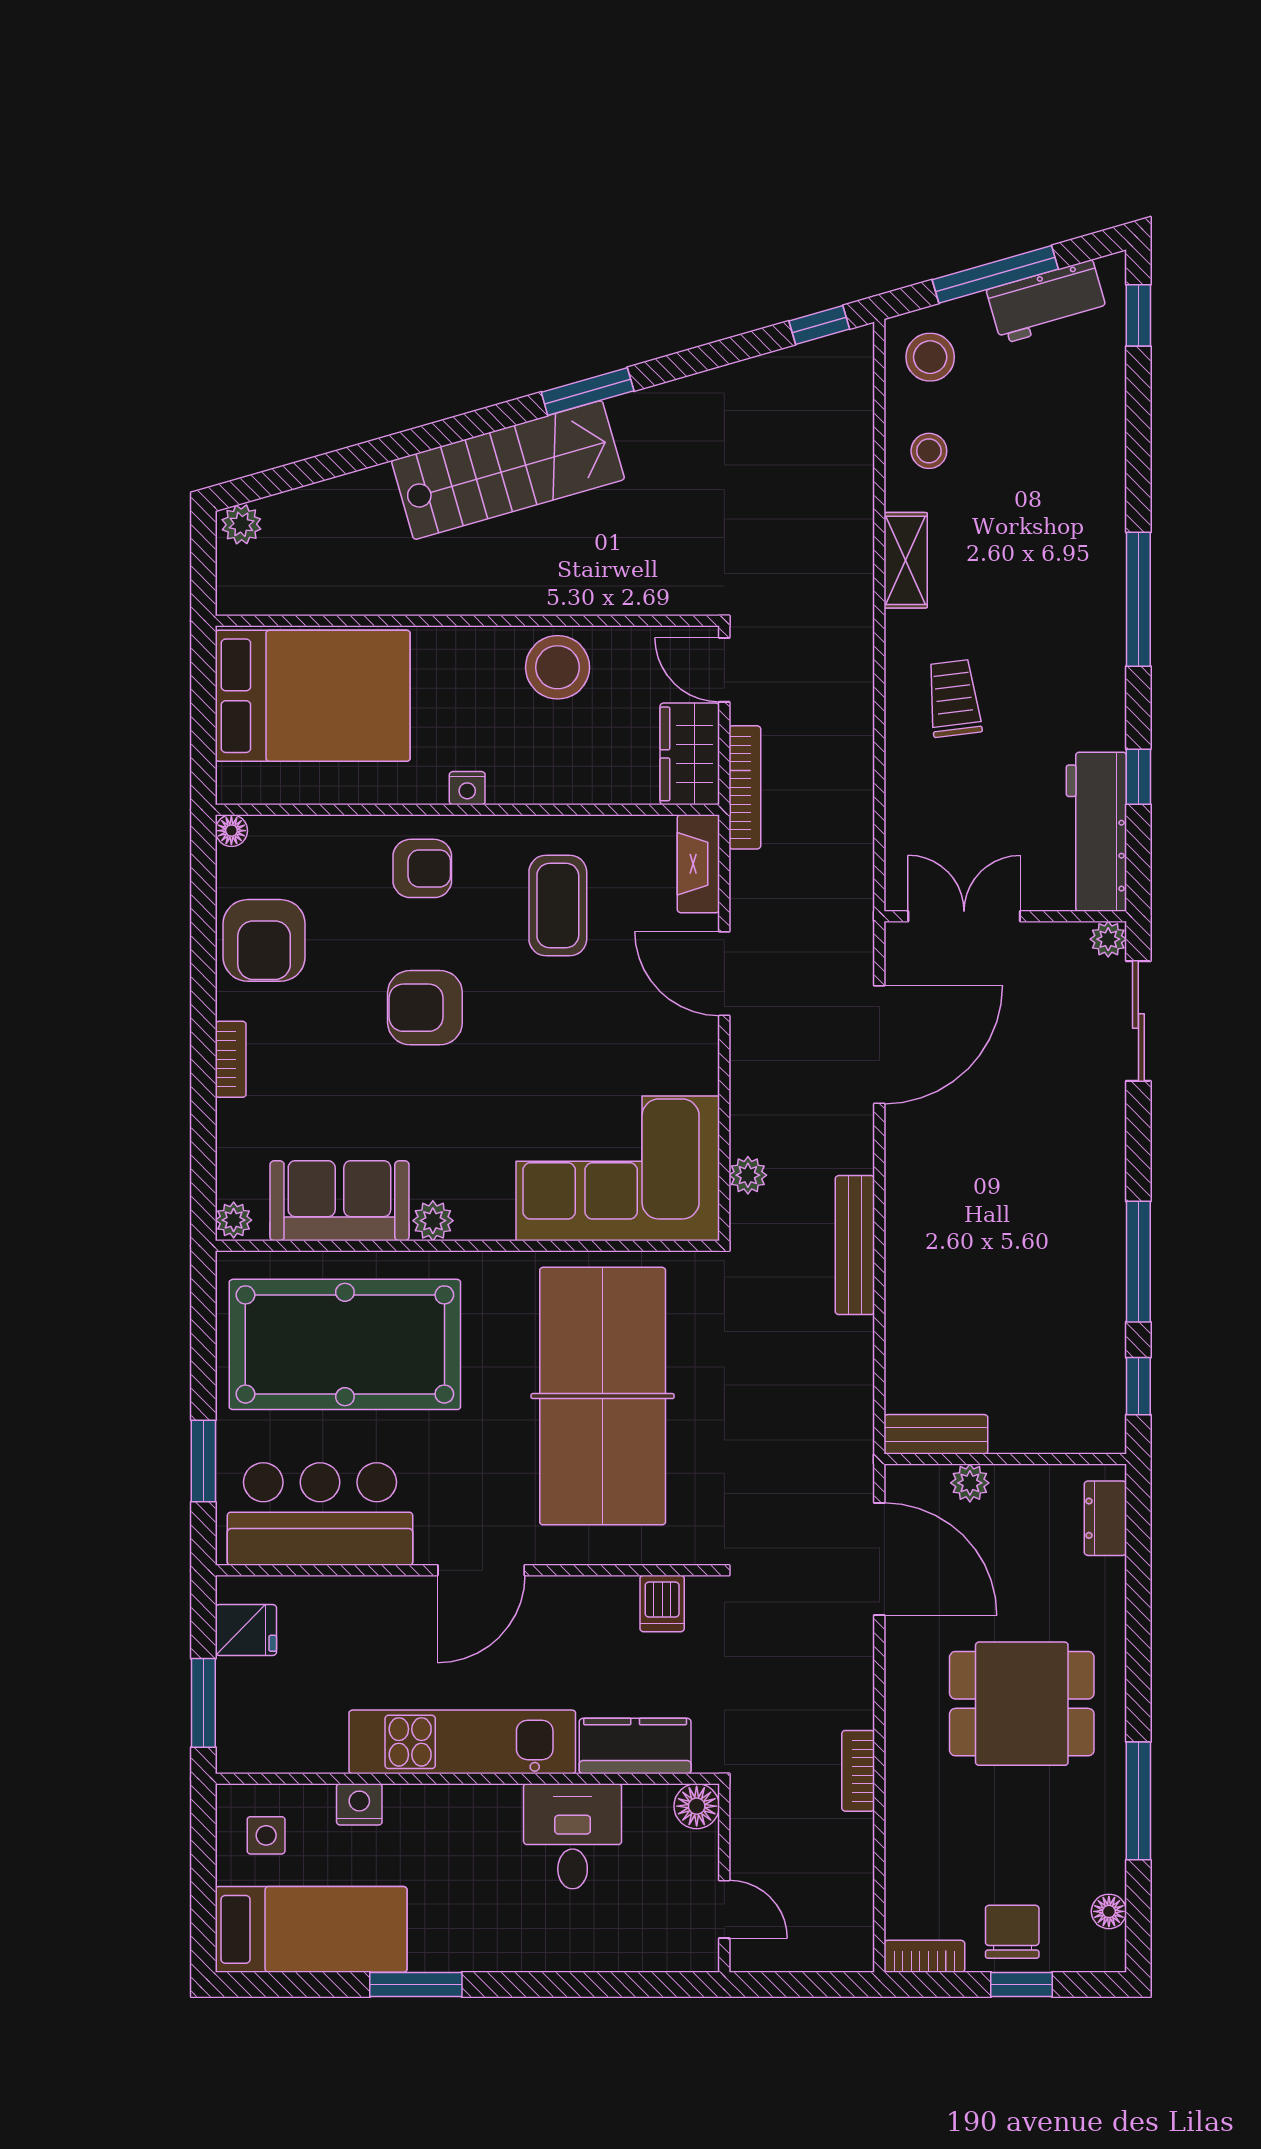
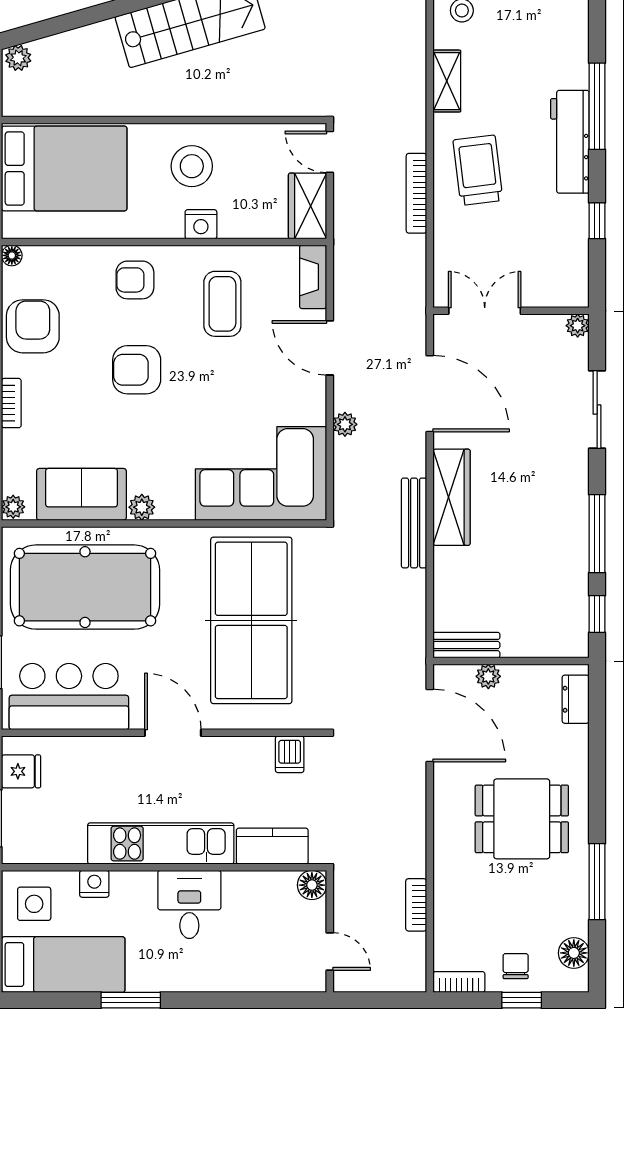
stool: (558, 667) -> (192, 166), moved
trolley: (954, 698) -> (478, 170), width x1.36, depth x1.39
bookcase: (745, 787) -> (416, 193), moved, turned 180
nightstand: (467, 788) -> (201, 224), moved, width x1.39, depth x1.35
workbench: (1096, 832) -> (570, 142), moved
armchair: (422, 868) -> (135, 280), turned 180
armchair: (264, 940) -> (33, 326), turned 180
sliding door: (1138, 1021) -> (597, 410), moved
door: (879, 1045) -> (430, 394), hinge flipped
plant: (748, 1175) -> (345, 424), moved
wardrobe: (913, 1205) -> (451, 497), added
door: (481, 1570) -> (173, 733), swing flipped
bookcase: (858, 1771) -> (416, 905), moved
side table: (266, 1835) -> (34, 904), width x1.37, depth x1.37
desk: (573, 1836) -> (189, 904), moved
floor lamp: (1109, 1911) -> (574, 953), width x1.37, depth x1.37
chair: (1012, 1932) -> (516, 966), width x0.73, depth x0.73

